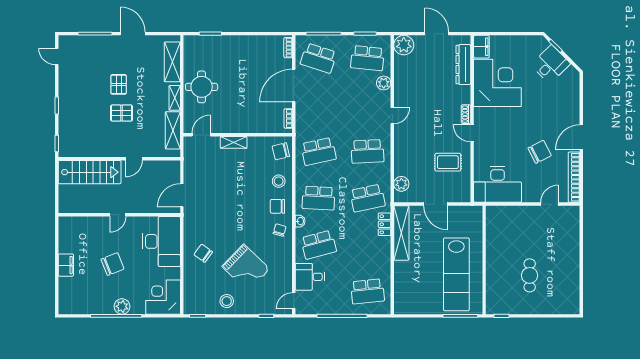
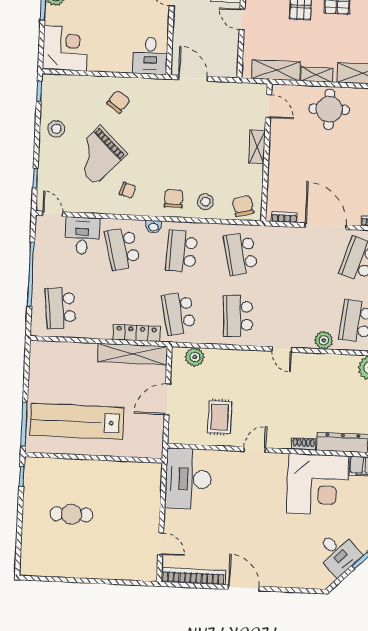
shoe rack: (466, 114) -> (304, 444), moved
chair: (540, 152) -> (228, 534), removed
locker: (385, 224) -> (136, 333), width x1.53
chair: (280, 230) -> (128, 190), moved
desk: (161, 241) -> (150, 56), width x0.53, depth x0.77

